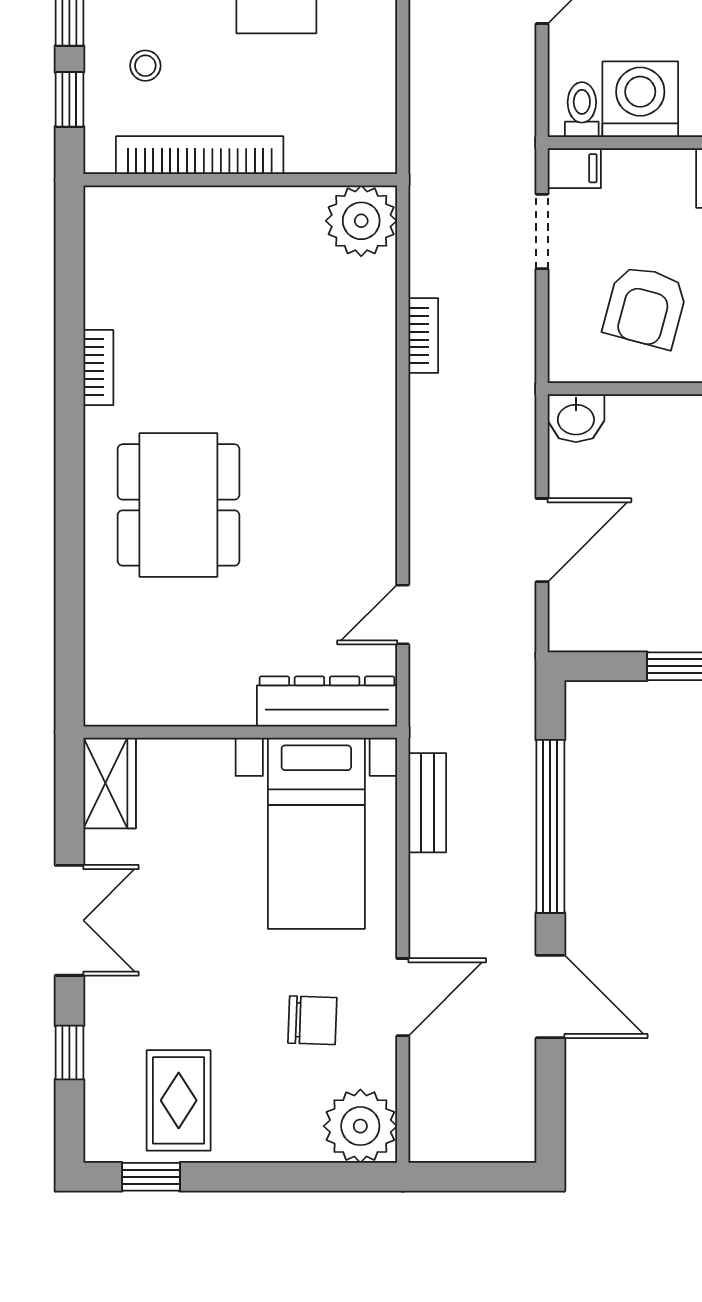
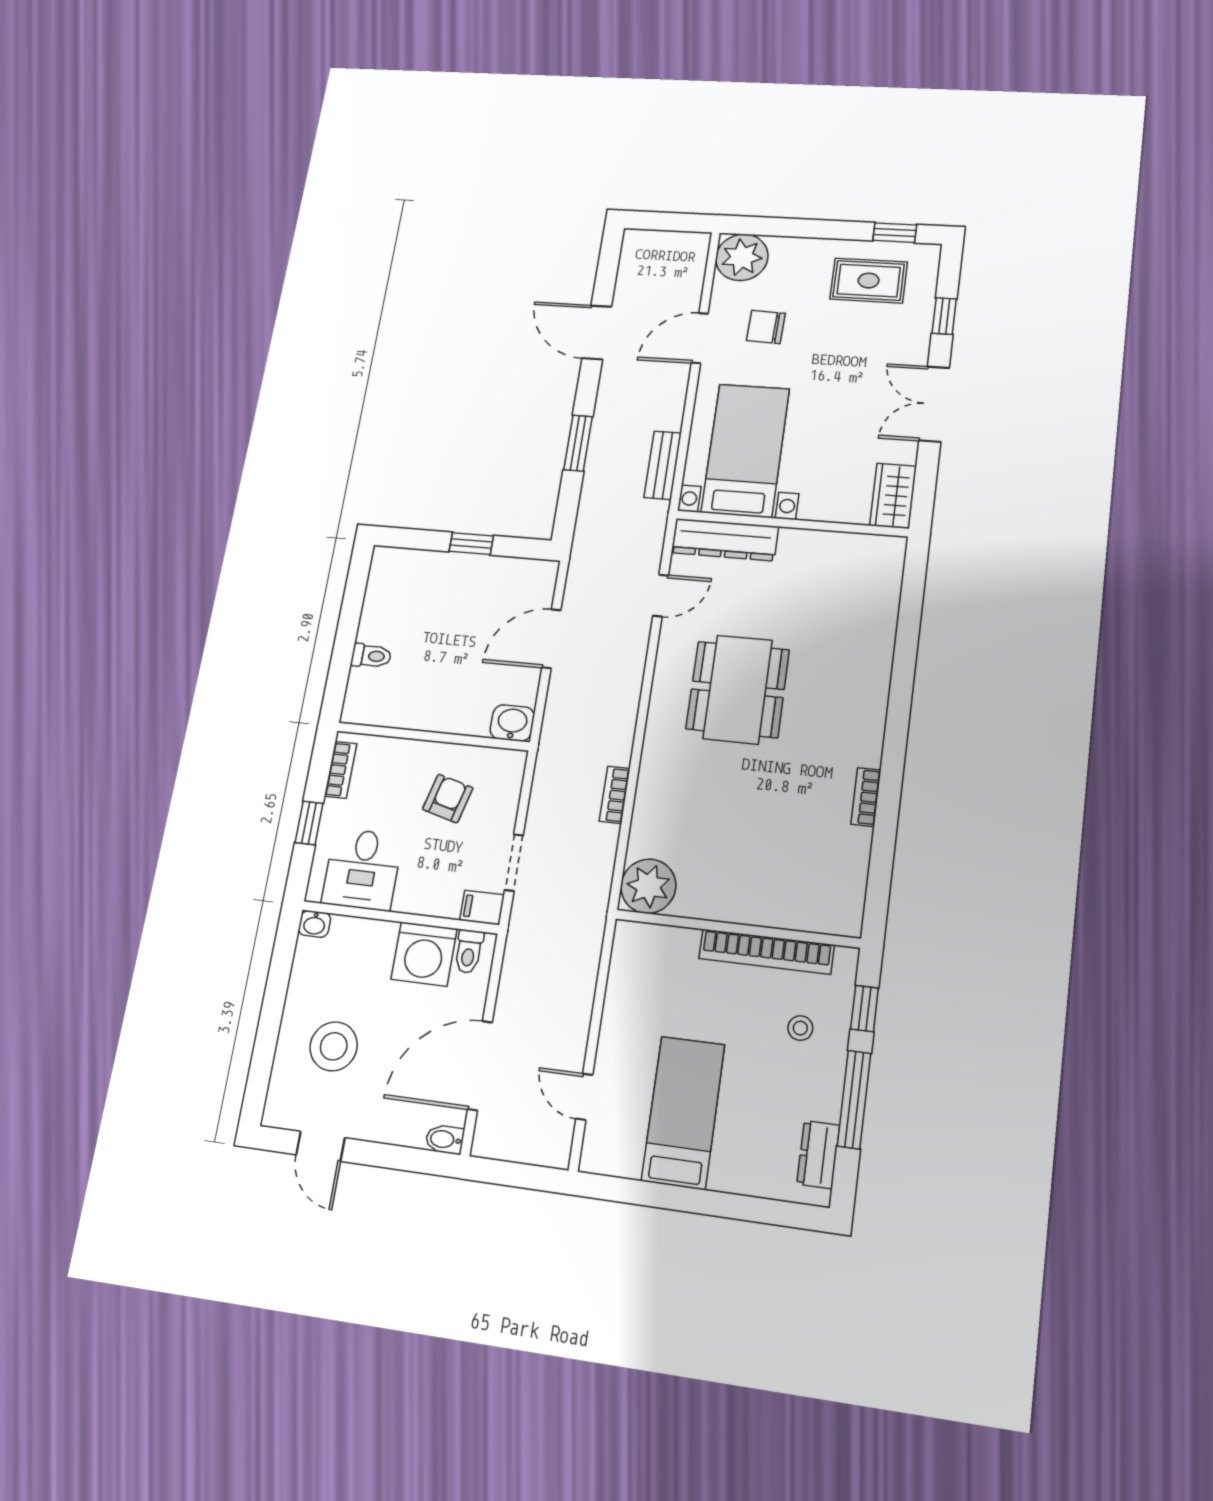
armchair: (645, 307) -> (448, 799), width x0.72, depth x0.72
dining table: (178, 505) -> (738, 689), moved
window: (550, 826) -> (578, 443), width x0.47
rug: (179, 1100) -> (869, 281), turned 90

